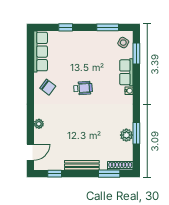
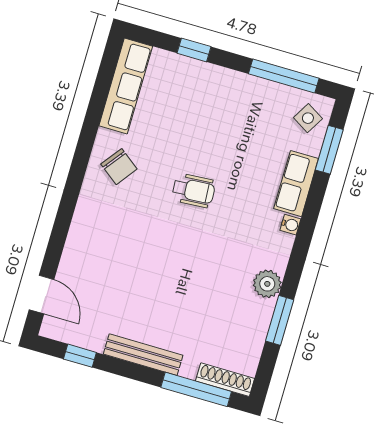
window: (108, 27) -> (284, 76), width x1.44
plant: (39, 124) -> (77, 239), removed
plant: (126, 135) -> (267, 284), moved
door: (30, 152) -> (42, 295), hinge flipped
window: (109, 174) -> (196, 389), width x1.44

